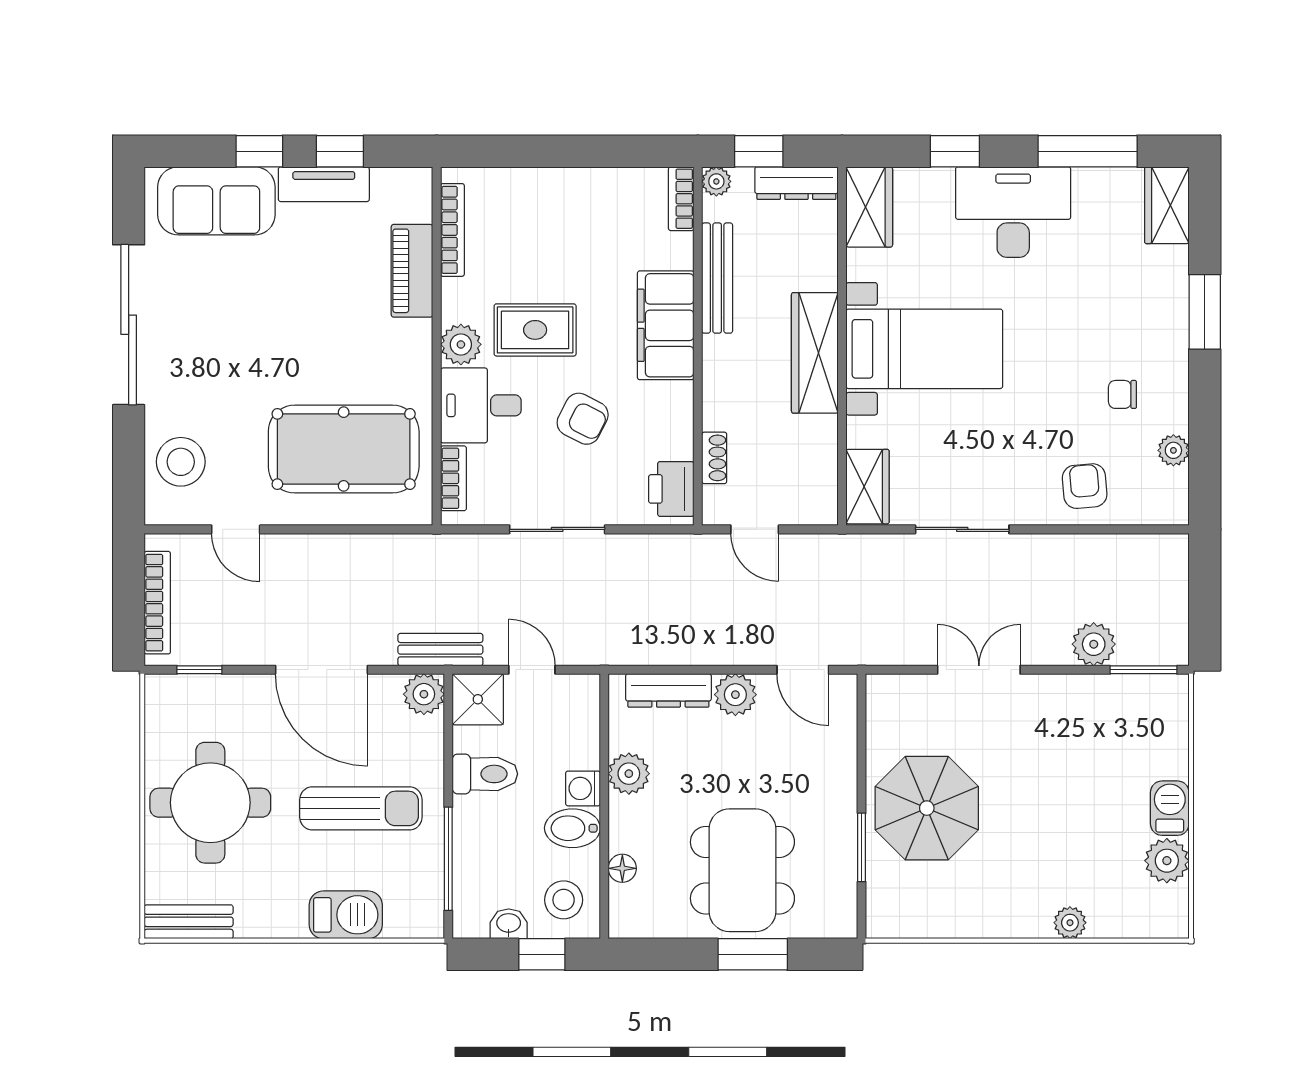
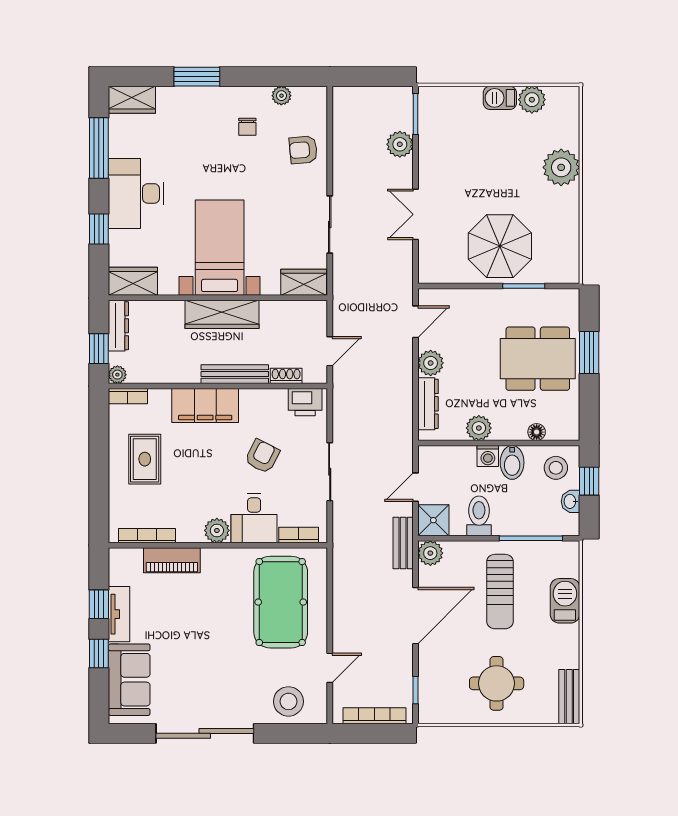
bench: (717, 278) -> (235, 374), moved
rug: (535, 330) -> (145, 459), moved
round table: (210, 803) -> (497, 683), width x0.73, depth x0.73
sun lounger: (361, 808) -> (500, 592), turned 180
plant: (1070, 923) -> (561, 167), width x1.87, depth x1.87

